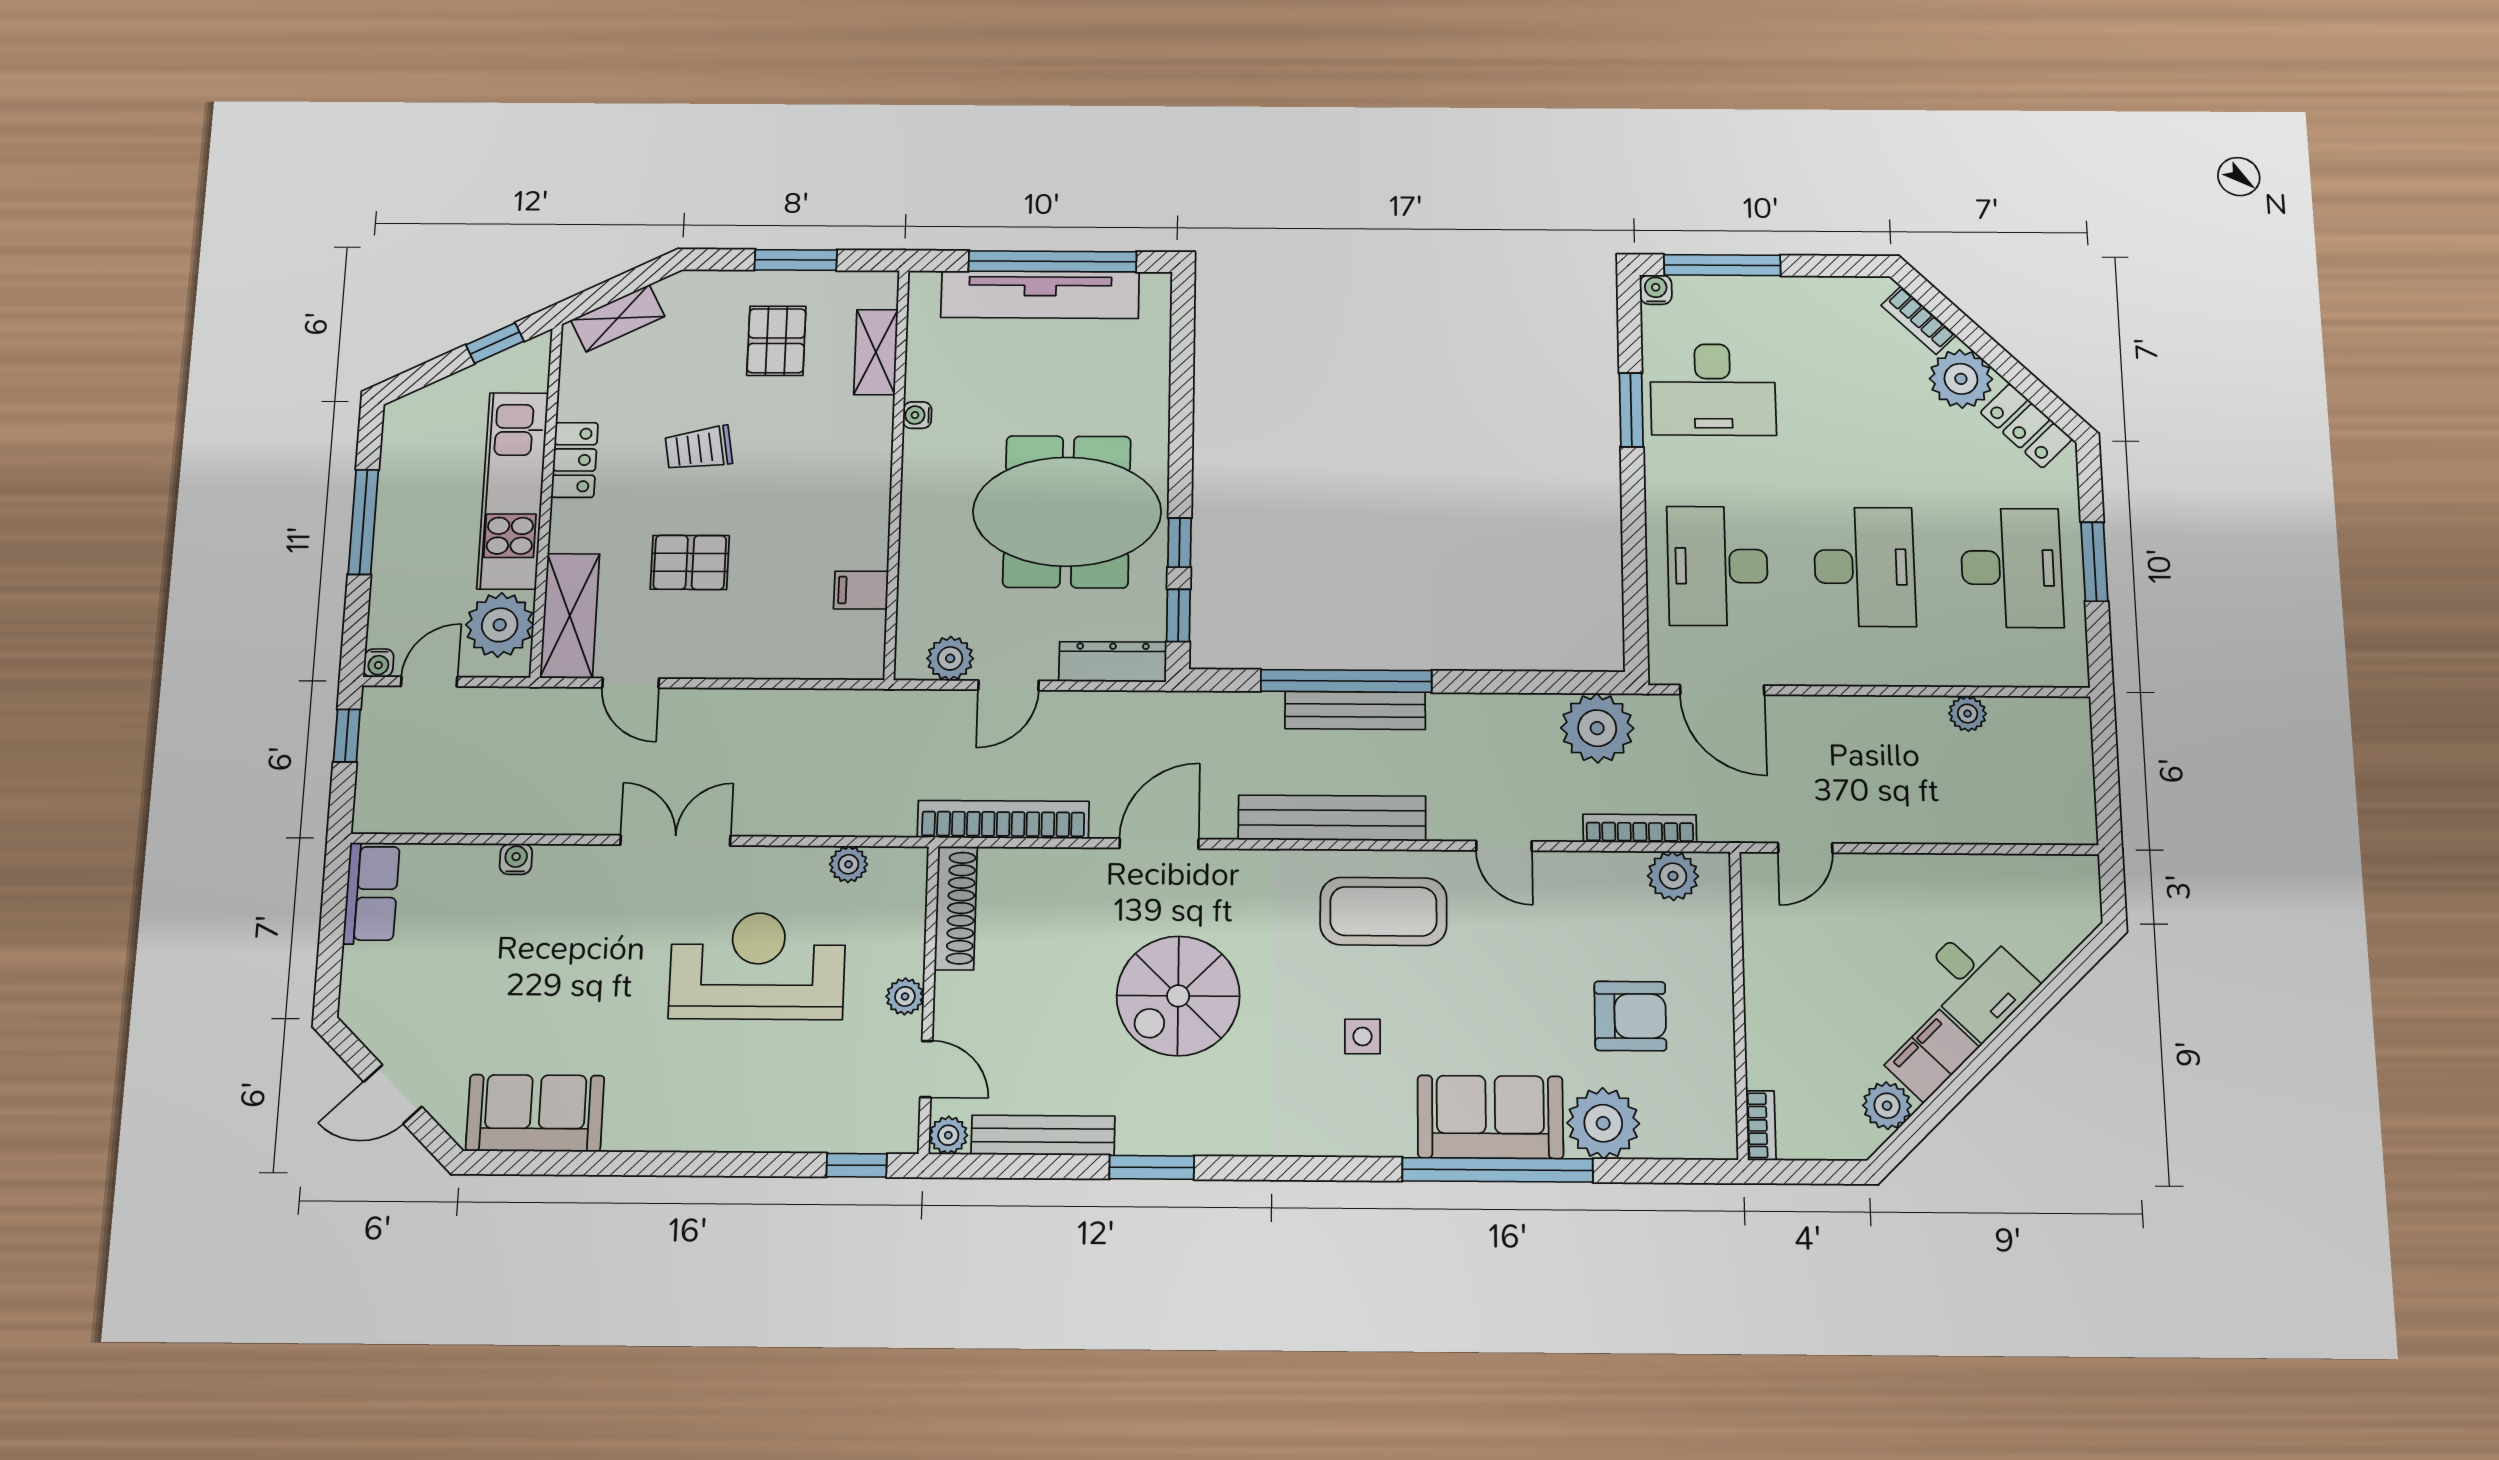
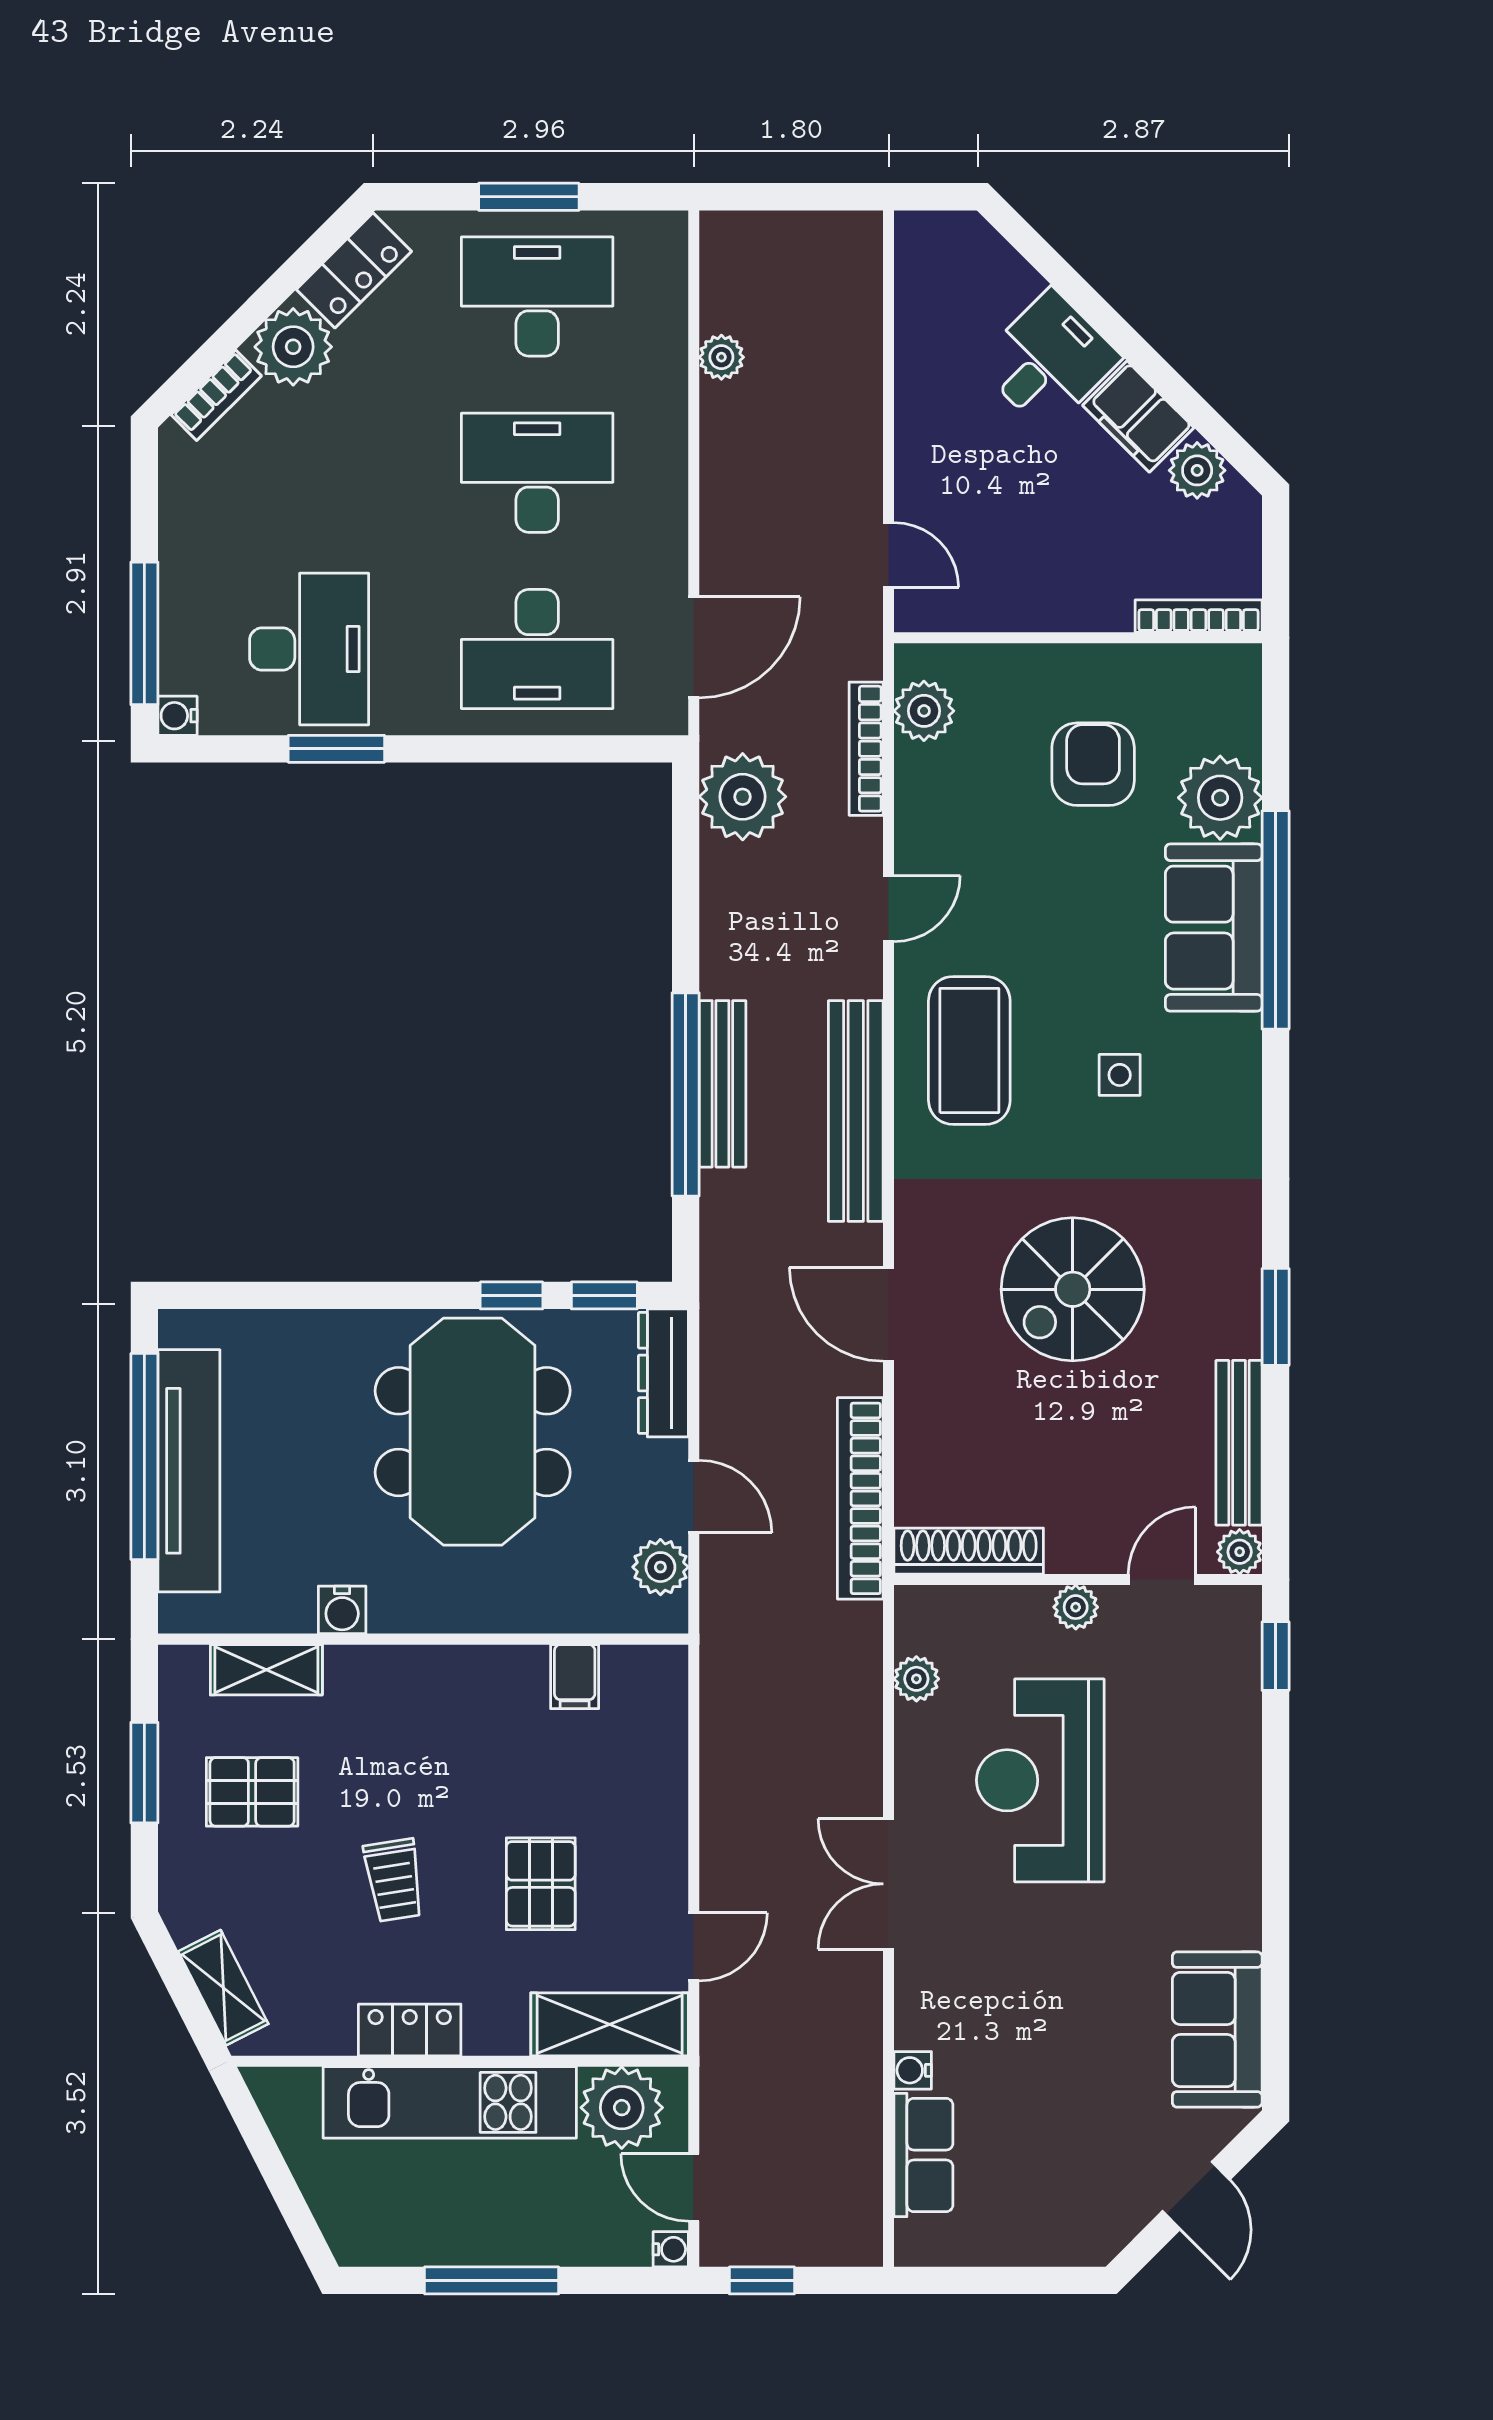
window: (495, 343) -> (257, 2136), removed
water cooler: (917, 415) -> (342, 1610), width x1.38, depth x1.38
row of seats: (371, 893) -> (923, 2155), moved, turned 90
spiral stairs: (1178, 996) -> (1073, 1289), turned 90
bookcase: (1761, 1125) -> (1199, 616), width x1.56

